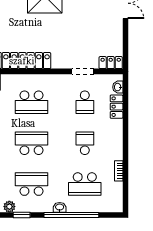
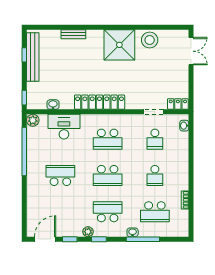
locker: (117, 107) -> (183, 143), removed
school desk: (32, 143) -> (108, 175), turned 180
school desk: (85, 143) -> (155, 175), turned 180
window: (71, 215) -> (143, 239), width x0.68

